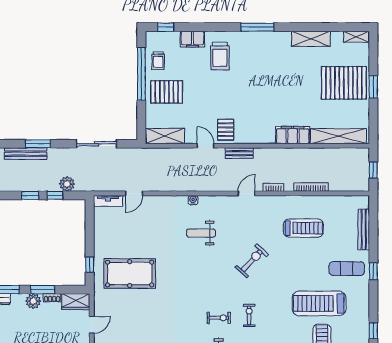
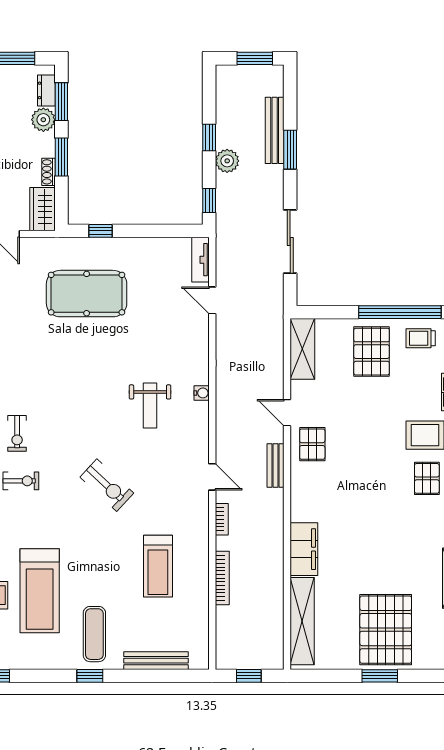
pallet: (247, 57) -> (427, 478), added
pallet: (226, 130) -> (312, 444), turned 90
door: (205, 146) -> (287, 413), swing flipped
plant: (67, 184) -> (227, 161), moved
window: (55, 195) -> (209, 200), moved
weight bench: (201, 233) -> (150, 406), turned 180
pool table: (130, 274) -> (87, 294), turned 90
plant: (33, 301) -> (43, 120), moved
treadmill: (319, 303) -> (40, 591), turned 180

